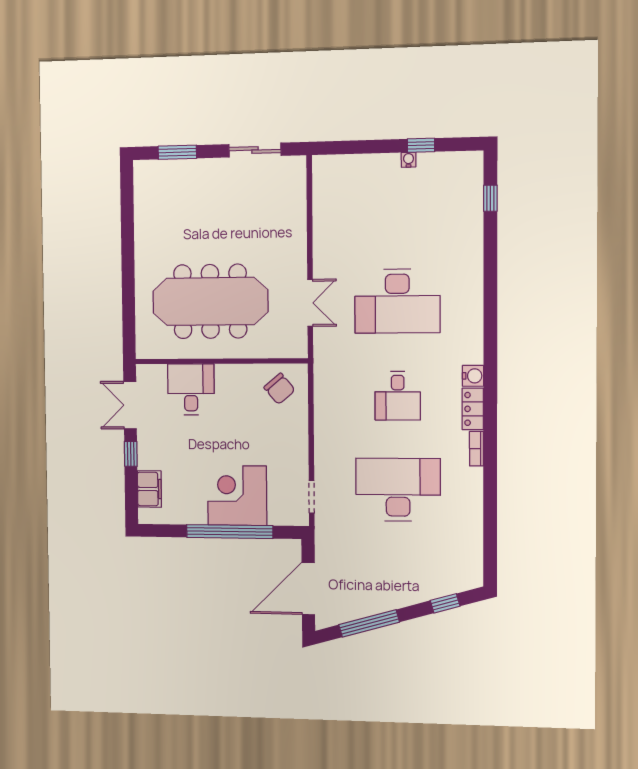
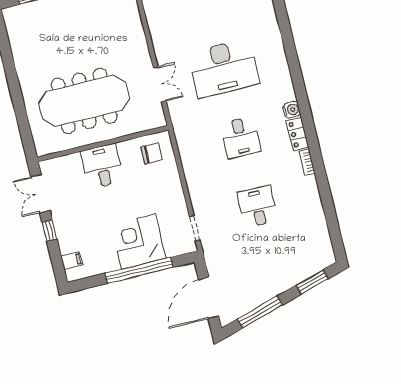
desk: (191, 389) -> (102, 166), moved
chair: (280, 389) -> (152, 154), turned -50
filing cabinet: (149, 489) -> (72, 261), width x0.50
desk: (398, 490) -> (257, 207), width x0.53, depth x0.77
window: (445, 603) -> (312, 282), width x1.50

